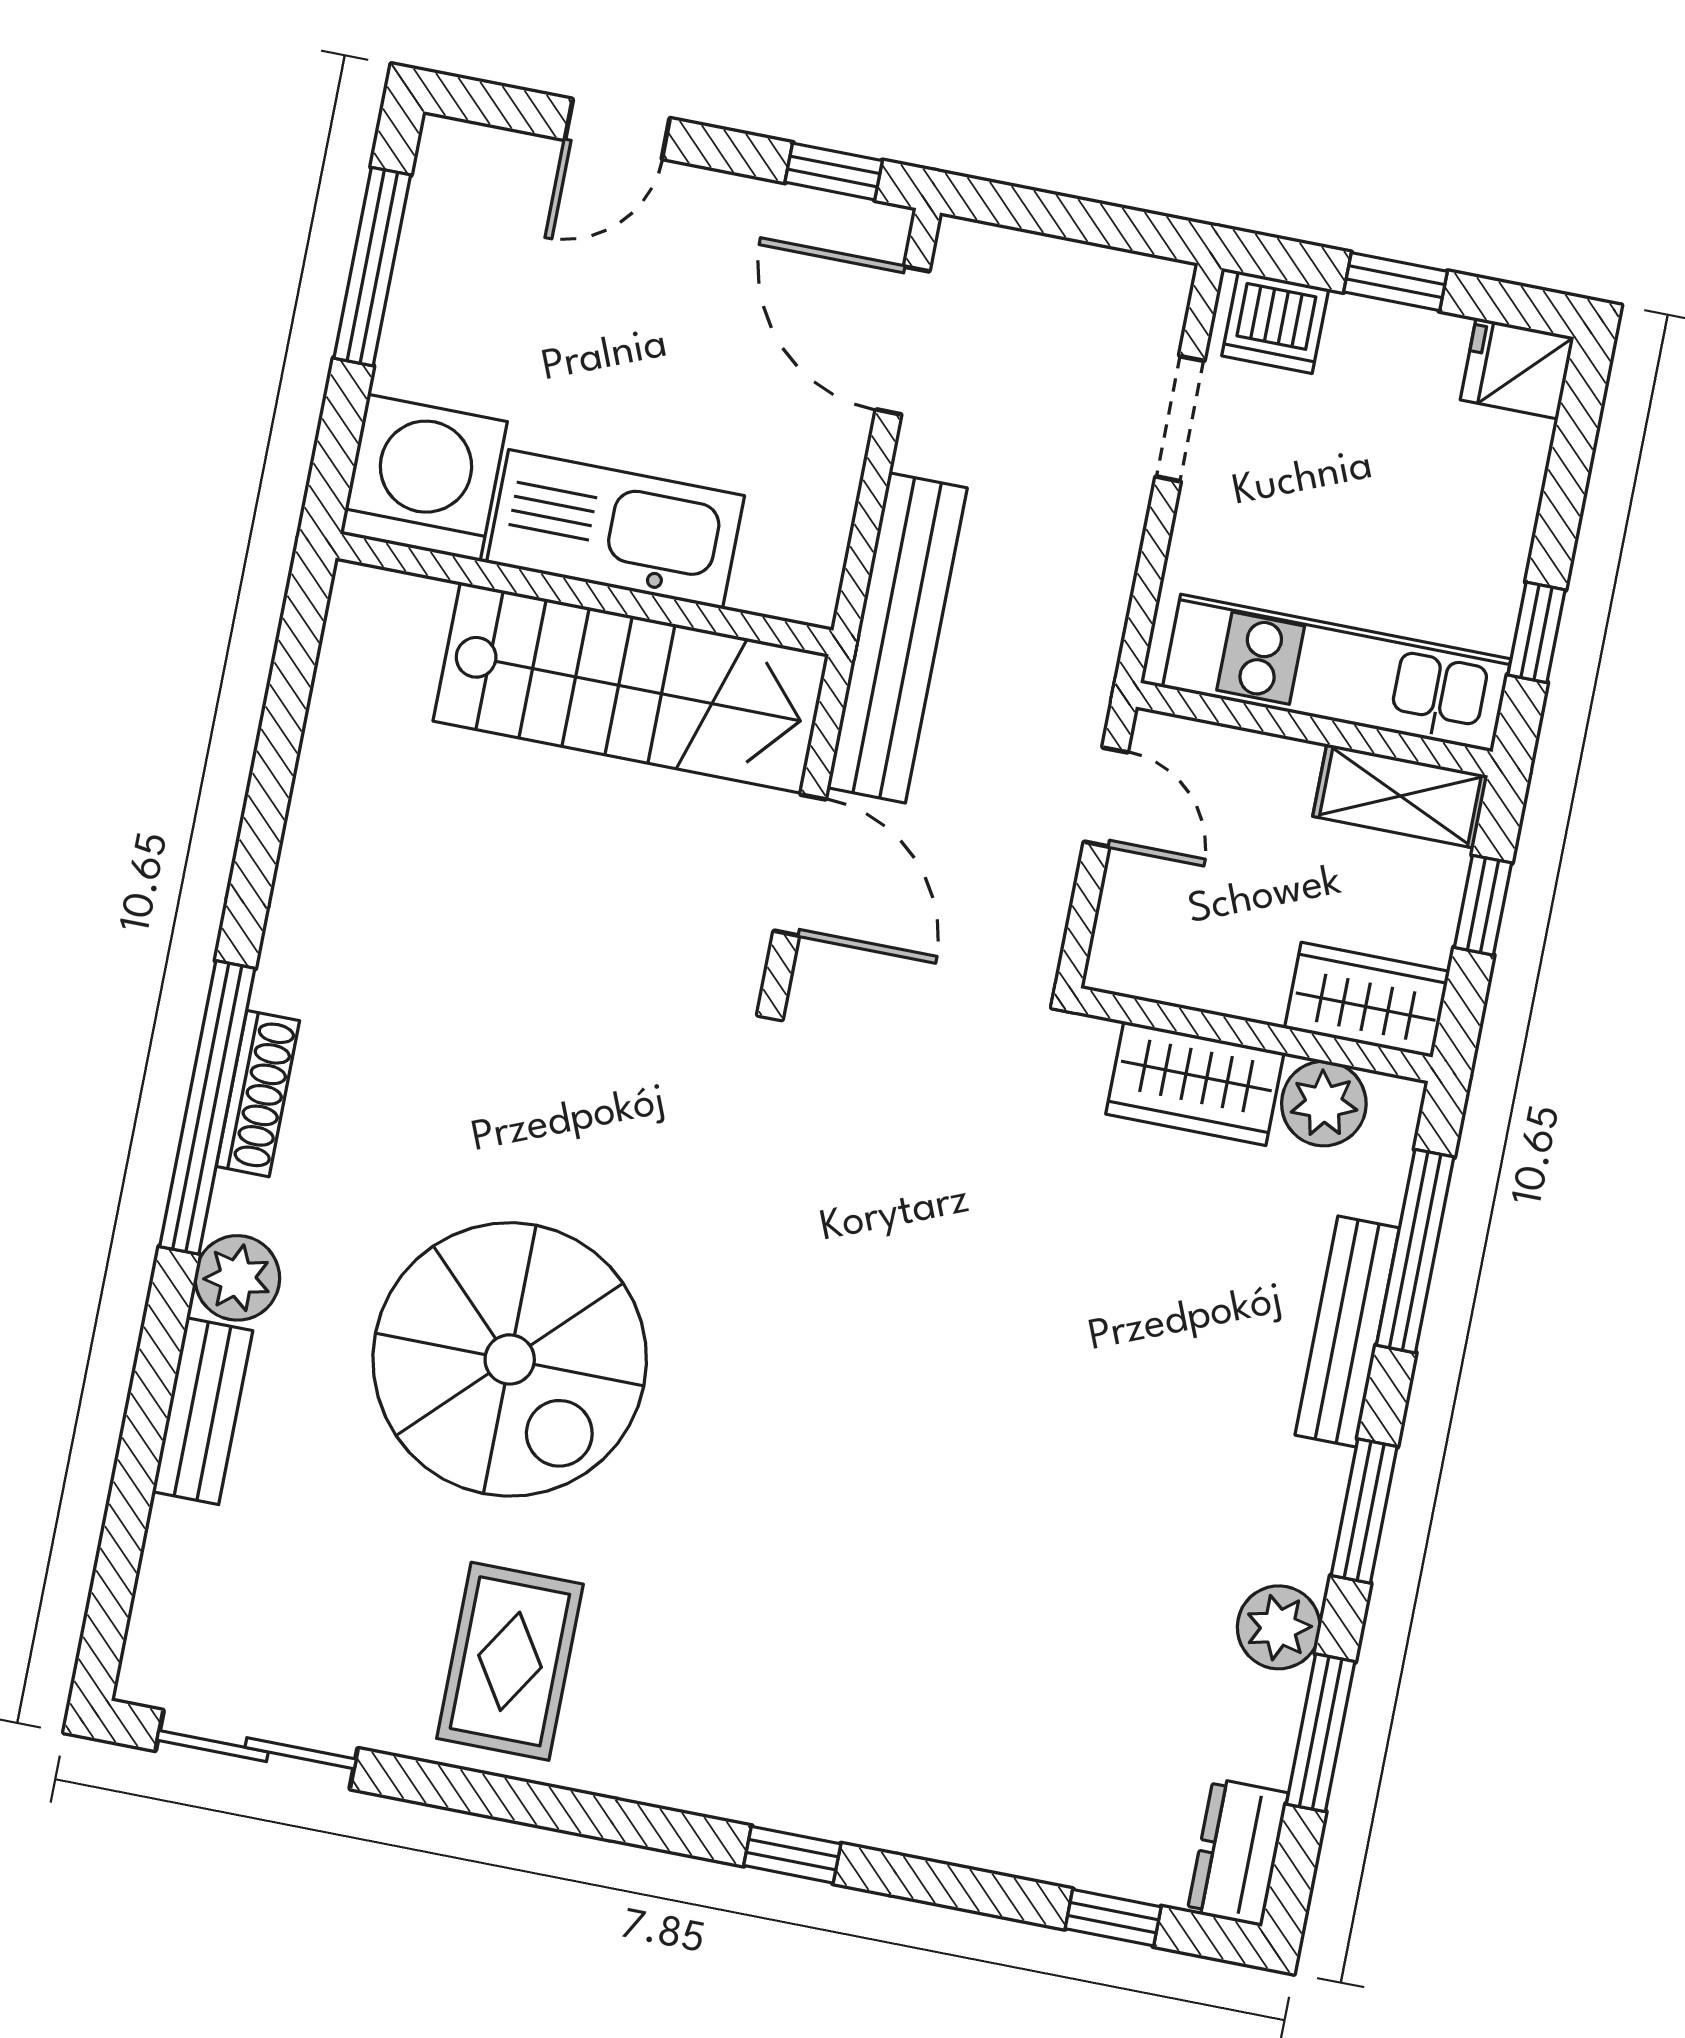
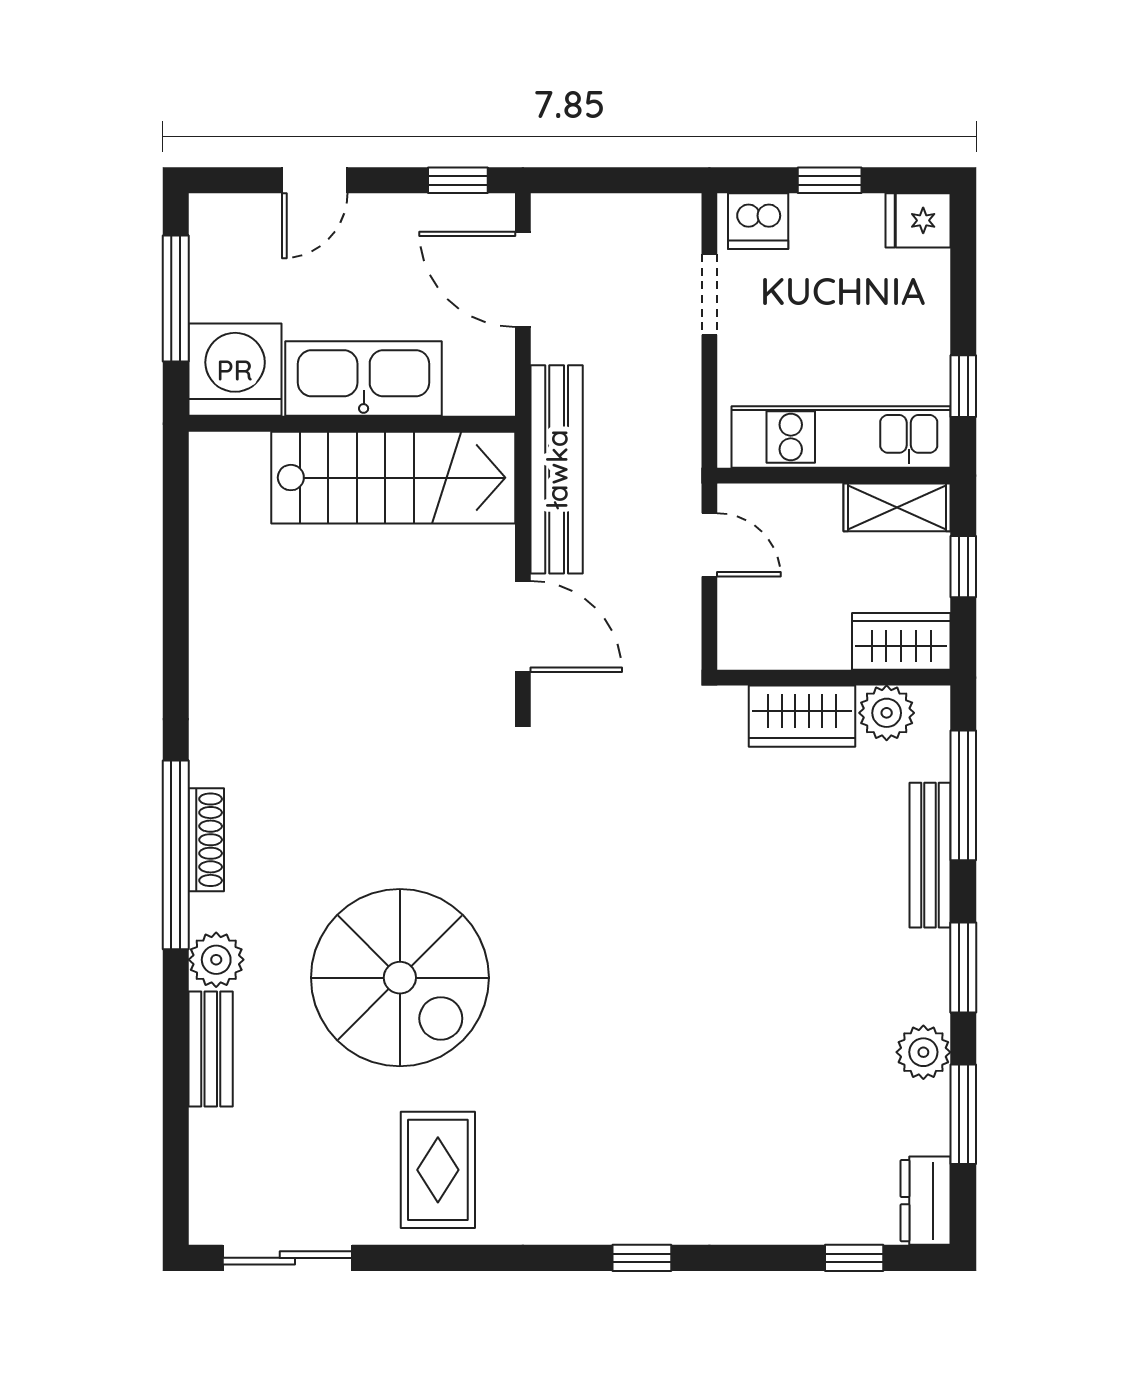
washing machine: (424, 478) -> (235, 370), moved
kitchen sink: (615, 529) -> (364, 378), moved
wall: (584, 594) -> (352, 424), moved
stairs: (631, 688) -> (393, 478), moved

